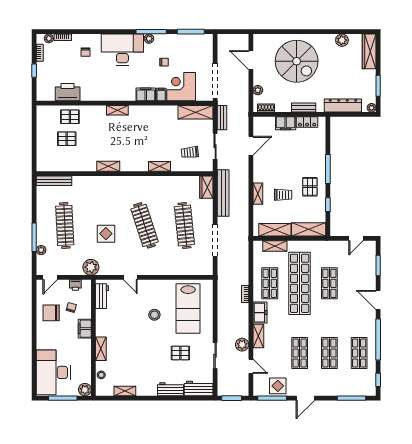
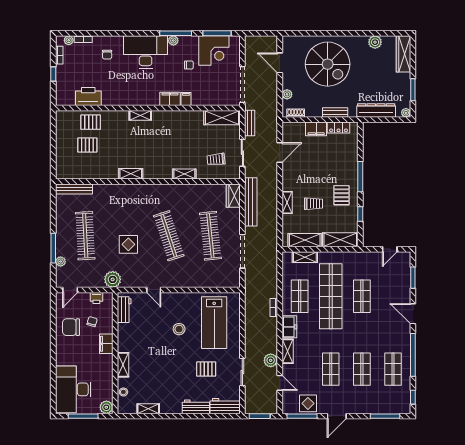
corner desk: (181, 87) -> (214, 50), moved, turned 180

